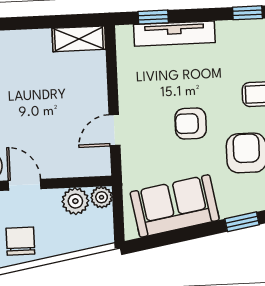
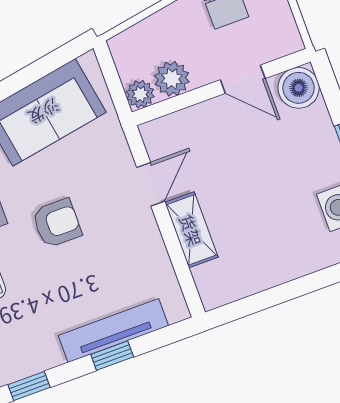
window: (153, 17) -> (112, 356), moved
shelving: (79, 39) -> (191, 230), moved, turned 90

